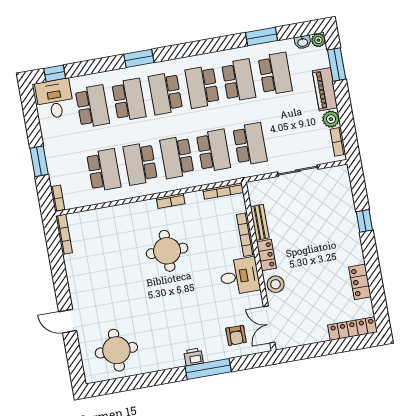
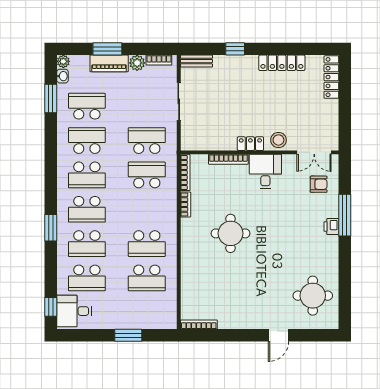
window: (261, 37) -> (51, 99), moved
window: (337, 64) -> (107, 49), moved
school desk: (129, 100) -> (87, 244), turned 180
school desk: (92, 106) -> (87, 278), turned 180
school desk: (177, 157) -> (147, 209), removed
school desk: (104, 170) -> (147, 278), turned 180
bookcase: (58, 198) -> (165, 325), removed
bookcase: (171, 201) -> (186, 205), moved
bench: (260, 222) -> (196, 61), moved
locker: (360, 282) -> (282, 63), width x1.53

